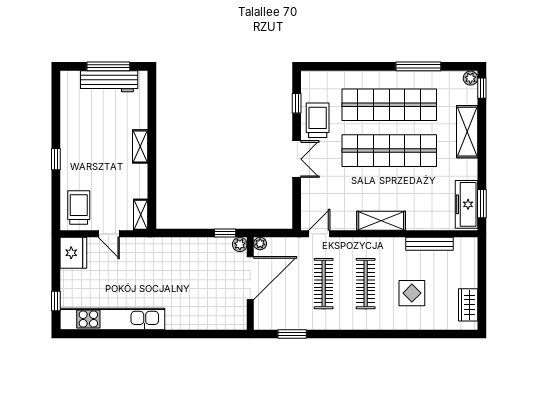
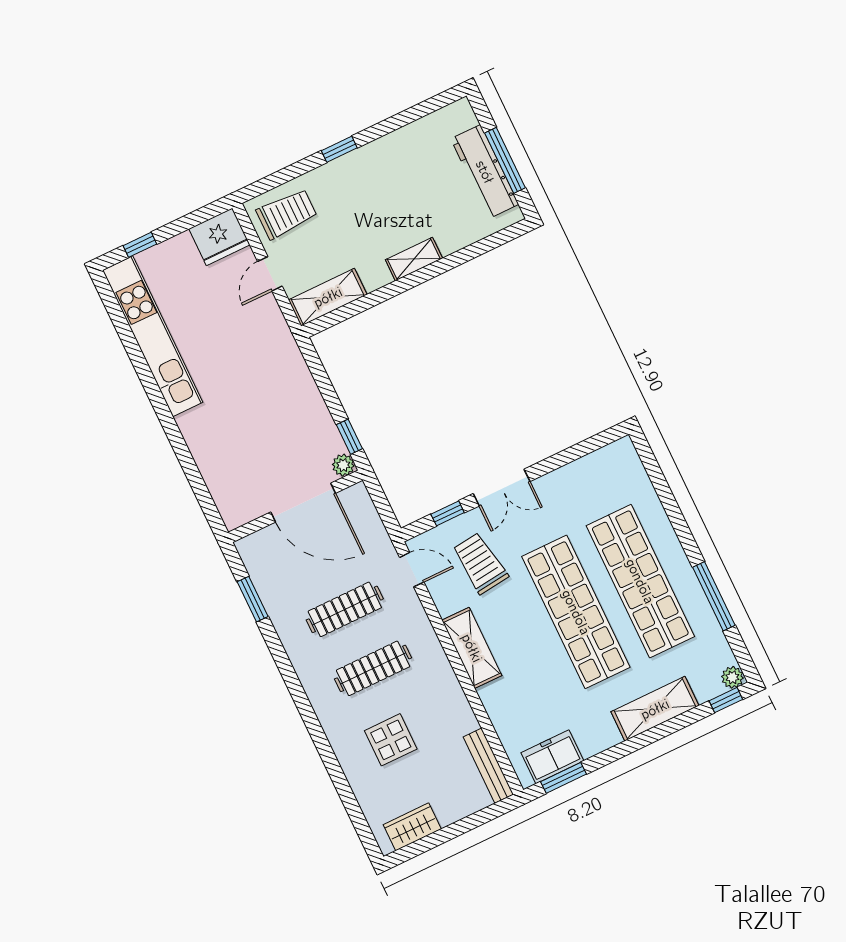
window: (297, 103) -> (448, 513), moved
trolley: (318, 120) -> (480, 563), moved, turned -97
freezer: (466, 204) -> (552, 757), width x0.71
shelving: (141, 215) -> (328, 297), width x1.50, depth x1.33
plant: (260, 244) -> (358, 493), removed
bench: (429, 244) -> (488, 766), moved

